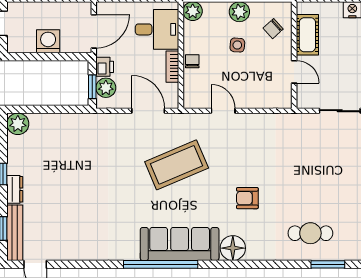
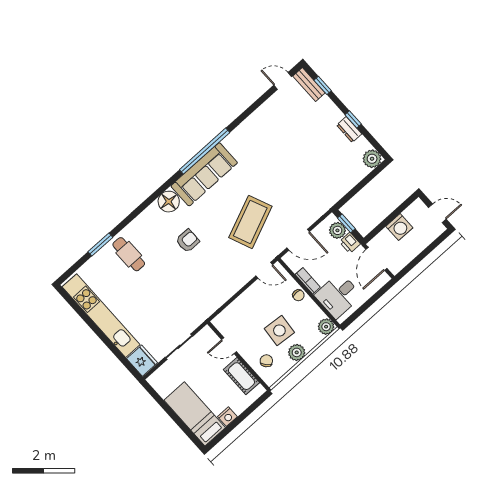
side table: (237, 45) -> (279, 331), width x1.87, depth x1.87
door: (223, 111) -> (264, 270), moved
dresser: (15, 189) -> (349, 129), moved
bench: (15, 233) -> (309, 85), width x0.73
cafe table: (310, 233) -> (129, 254), turned 90

